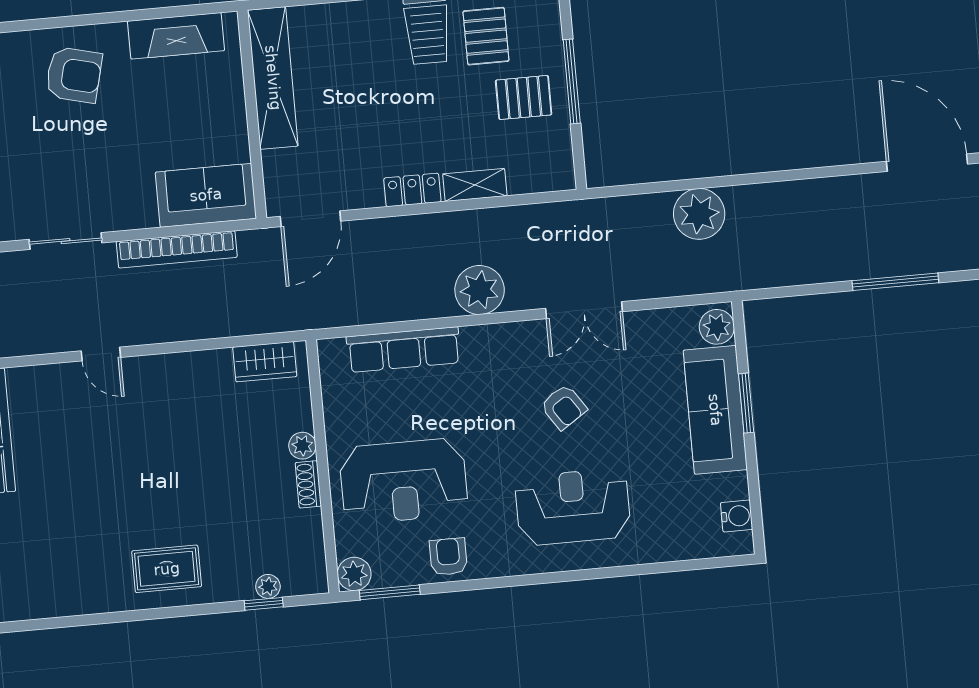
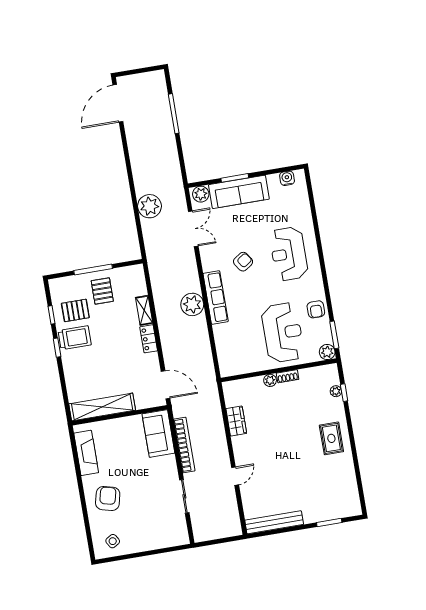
double door: (584, 310) -> (193, 229), moved
row of seats: (404, 350) -> (216, 297), moved
wardrobe: (265, 362) -> (236, 421), moved
armchair: (448, 557) -> (316, 309), turned -90

